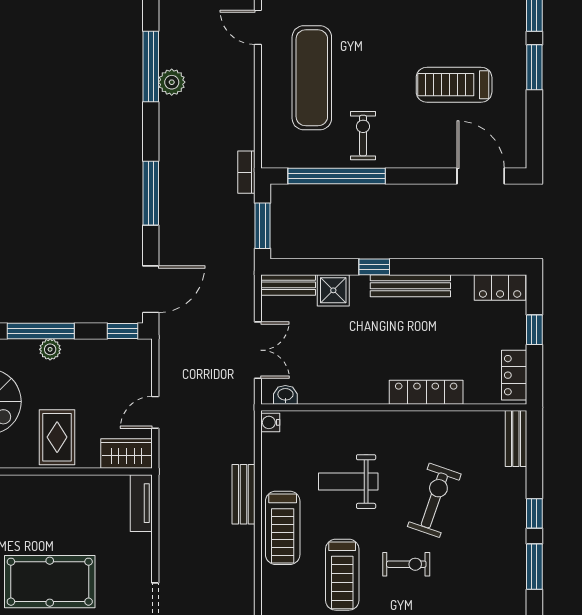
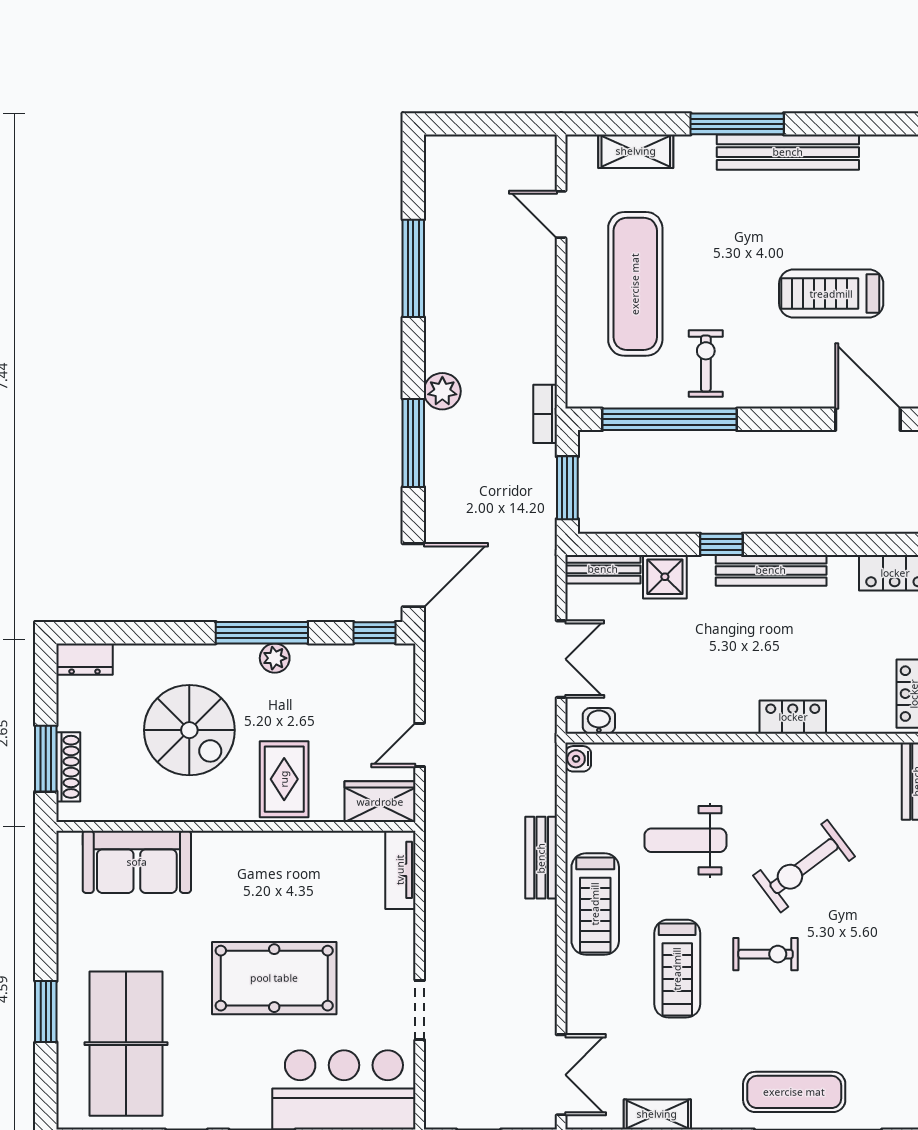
plant: (172, 82) -> (442, 391), moved
locker: (426, 392) -> (793, 717), width x0.66
exercise bike: (434, 500) -> (804, 866), turned -146

